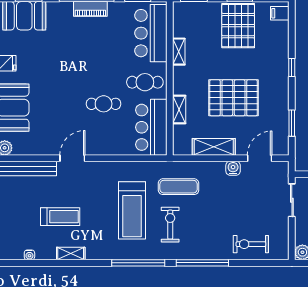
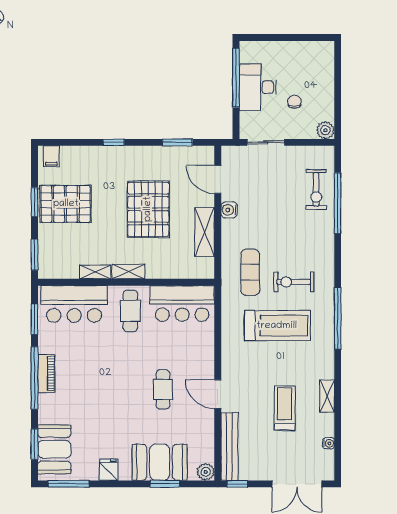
cafe table: (104, 104) -> (163, 389), moved
shelving: (179, 110) -> (128, 272), moved
window: (202, 263) -> (338, 203), moved

